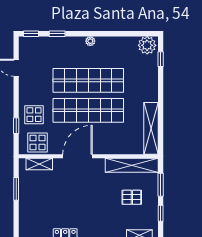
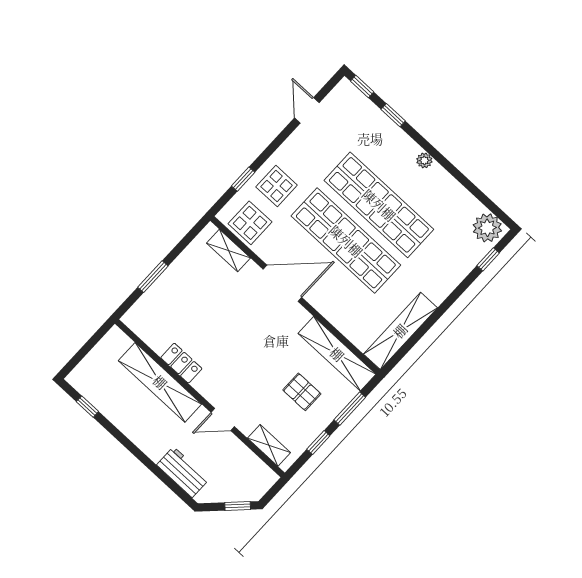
window: (16, 189) -> (153, 277), moved

